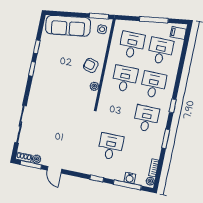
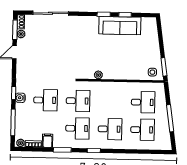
sofa: (68, 26) -> (120, 26), moved, turned -82
filing cabinet: (178, 33) -> (48, 141), moved
armchair: (91, 65) -> (117, 68), removed
desk: (125, 79) -> (78, 101), moved
water cooler: (130, 178) -> (20, 98), moved

